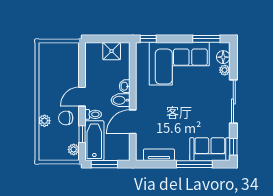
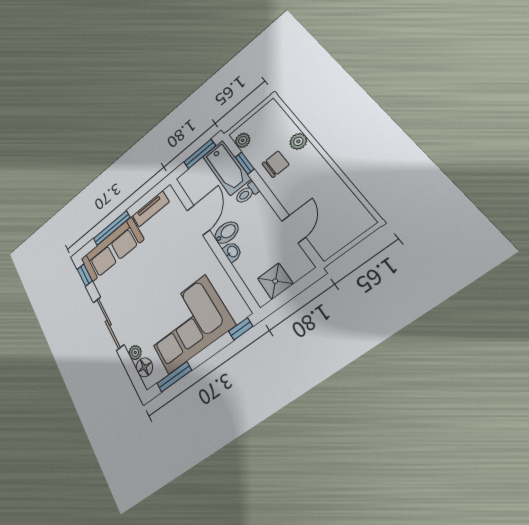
door: (82, 97) -> (294, 229), moved
sofa: (210, 149) -> (112, 249), width x1.36

